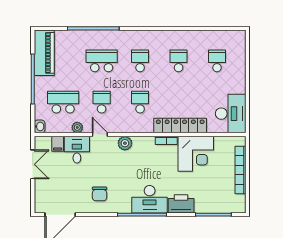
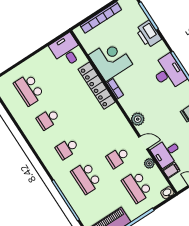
school desk: (217, 61) -> (29, 90), width x1.85
school desk: (140, 102) -> (99, 128), removed
desk: (231, 114) -> (67, 50), width x0.73
door: (100, 134) -> (144, 143), swing flipped
printer: (181, 204) -> (149, 34), moved

